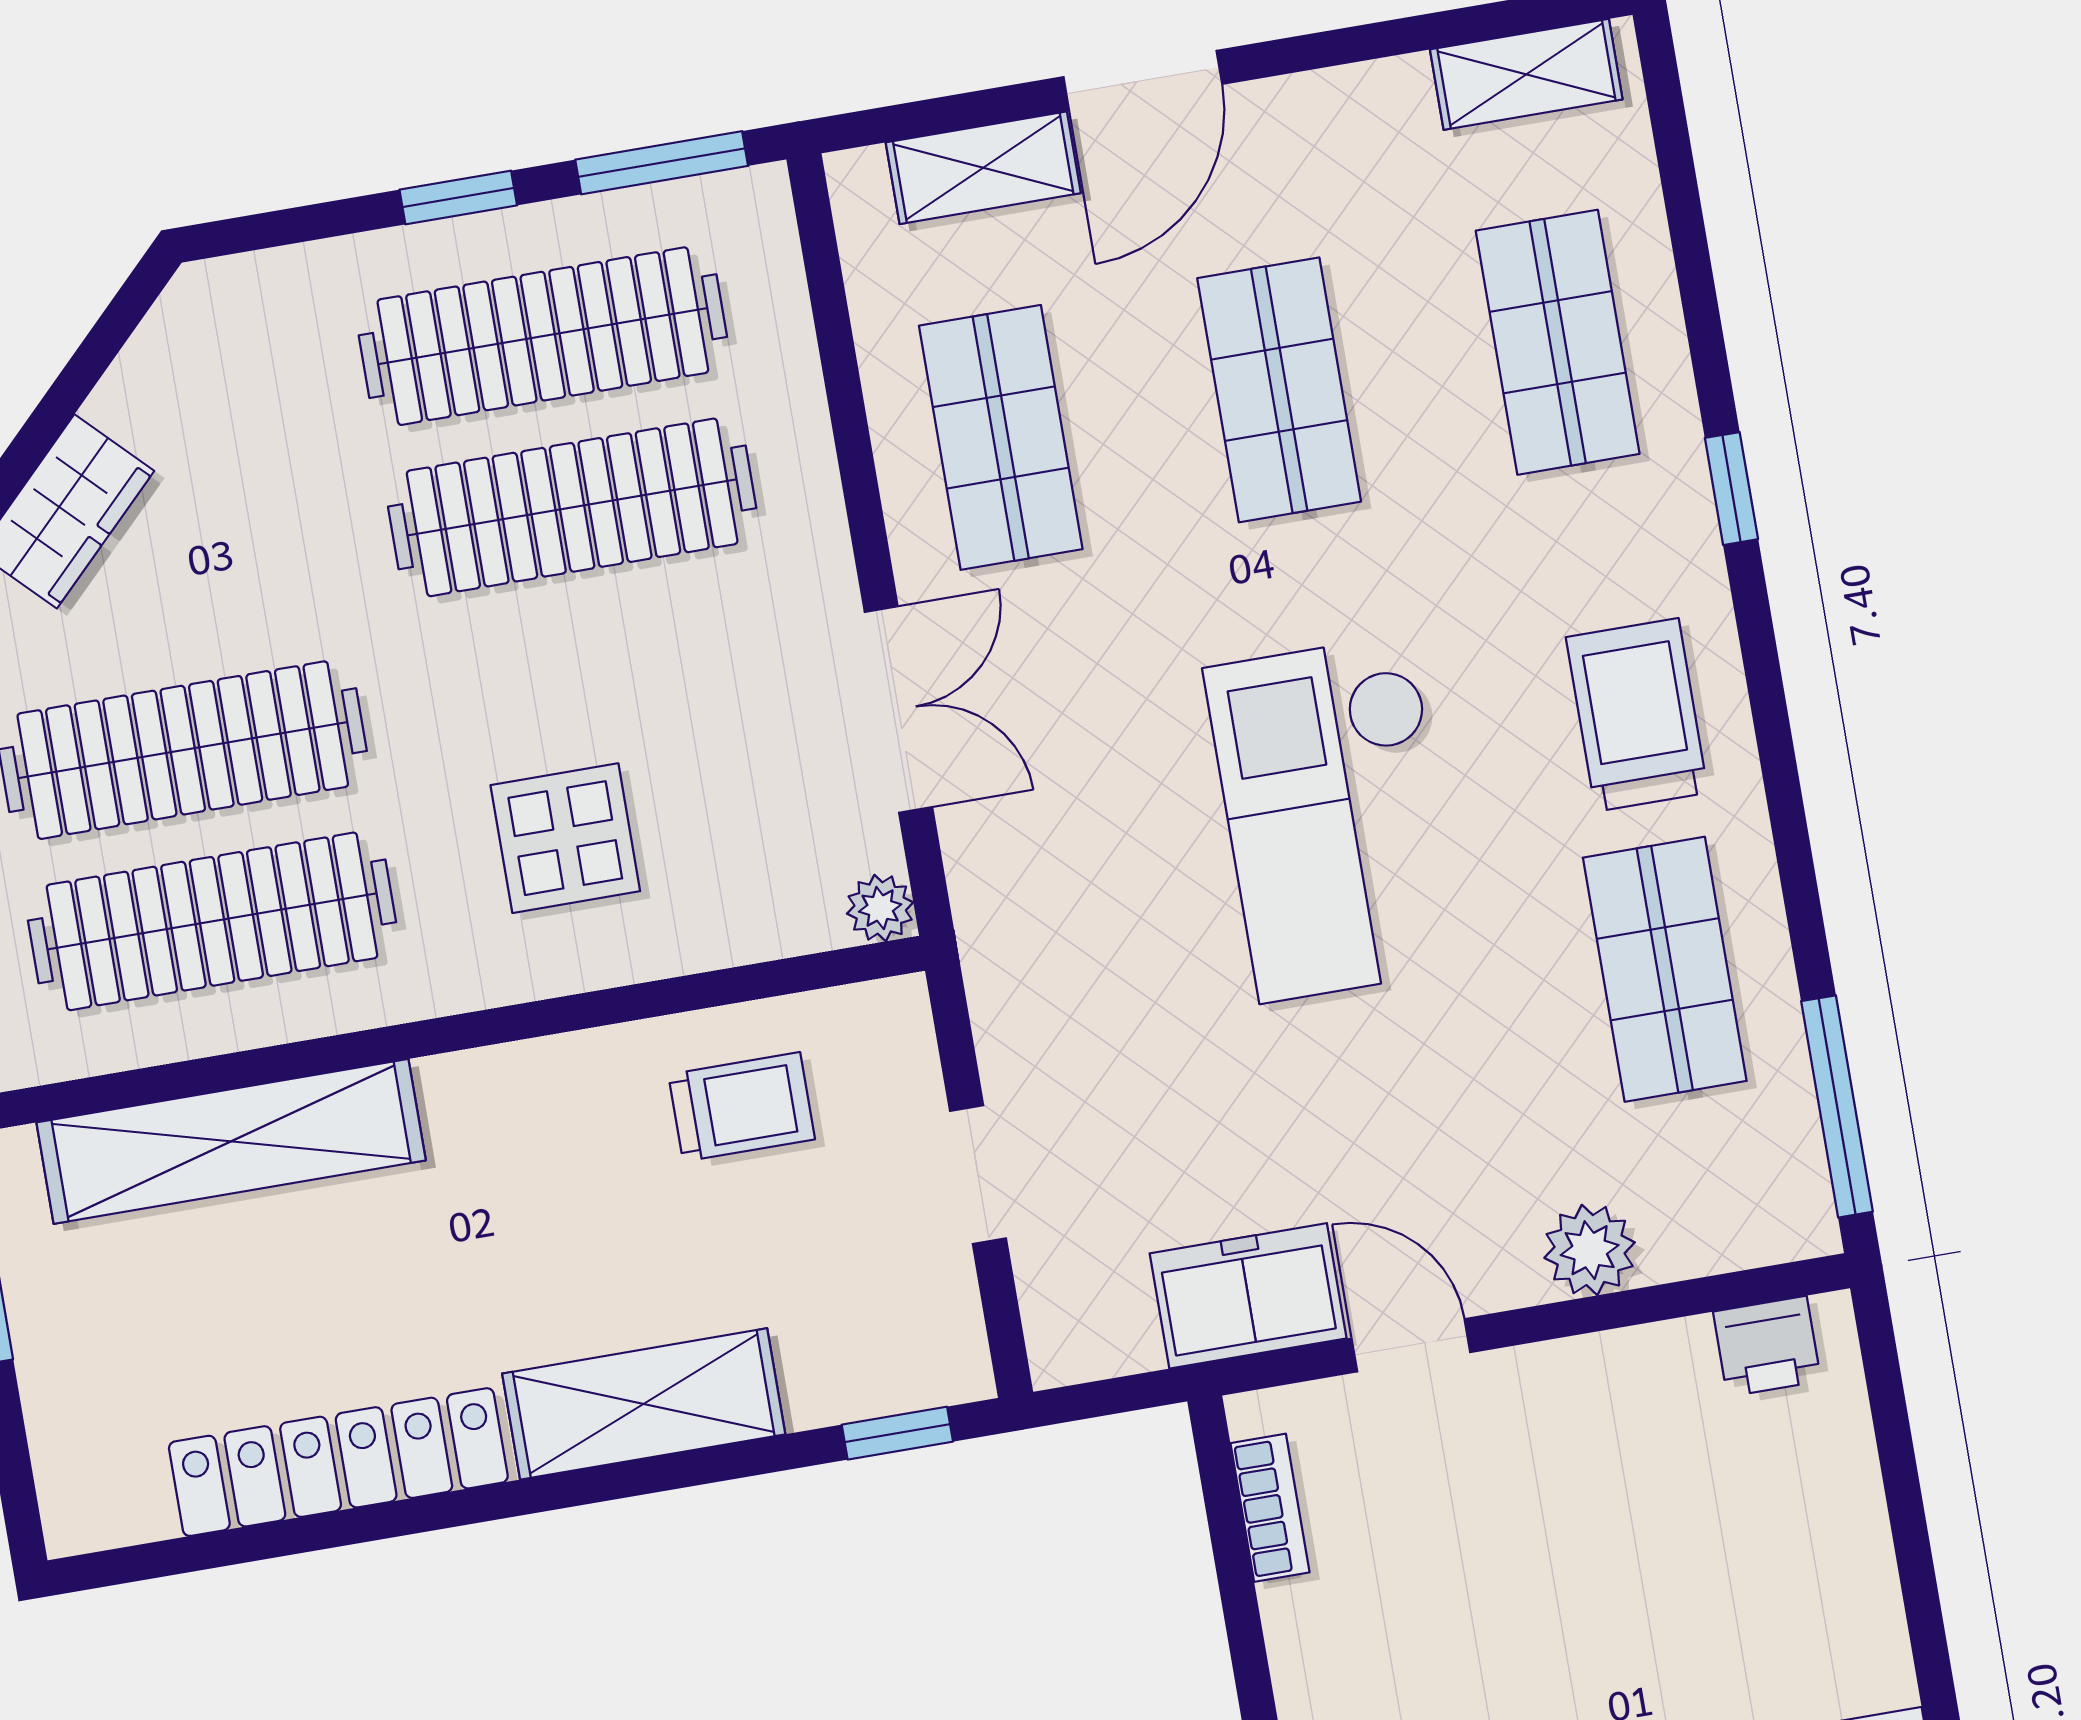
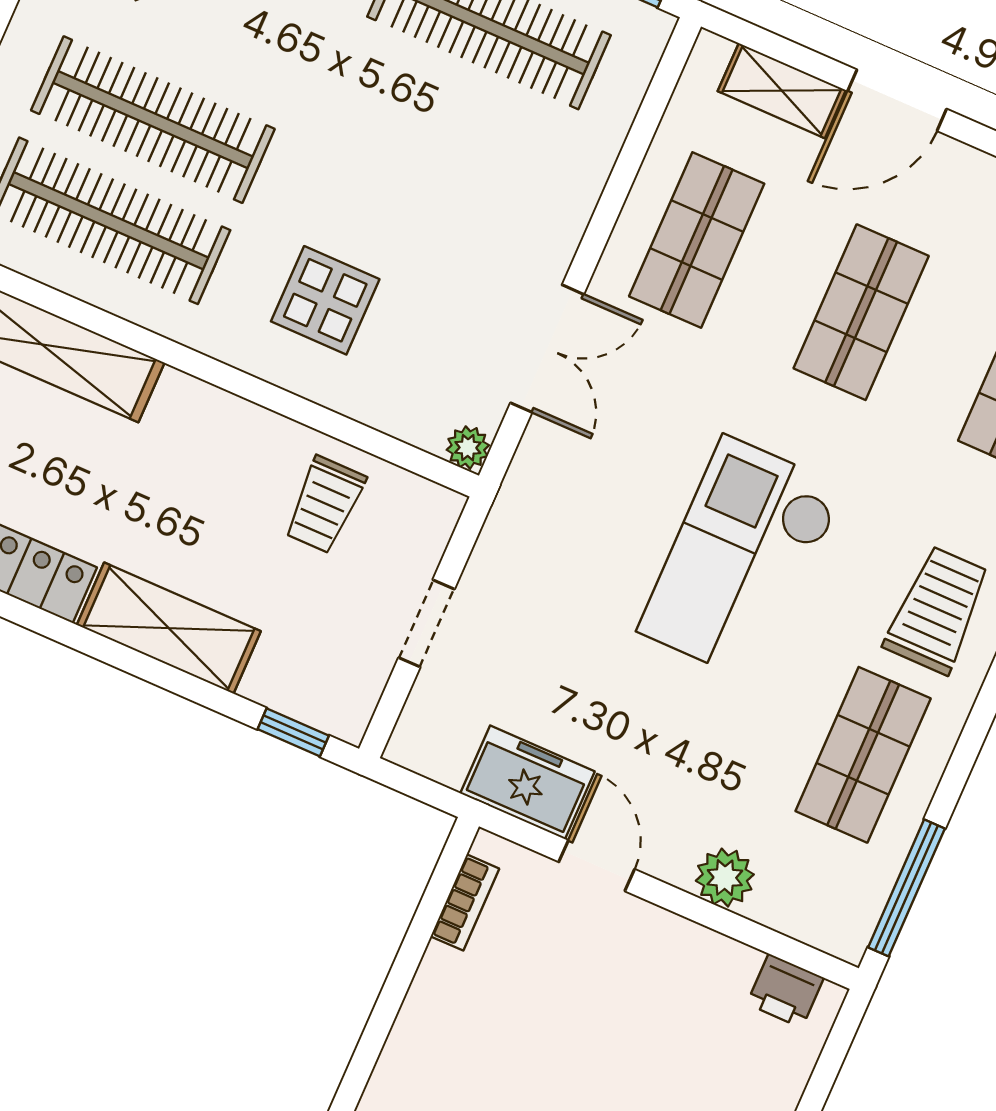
clothes rail: (572, 507) -> (445, 127), removed
trolley: (742, 1107) -> (325, 505), turned 90

